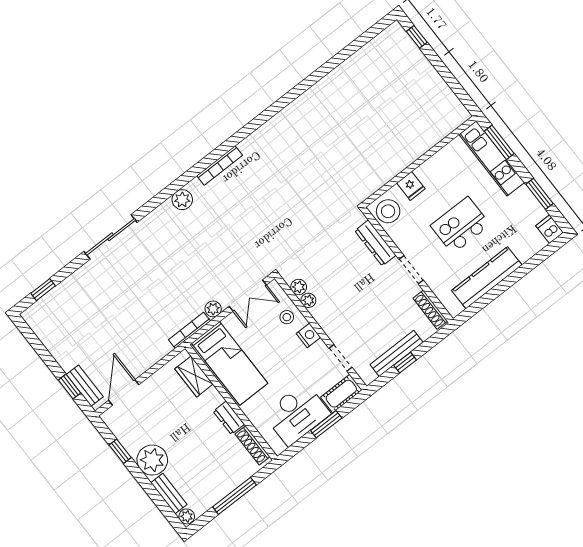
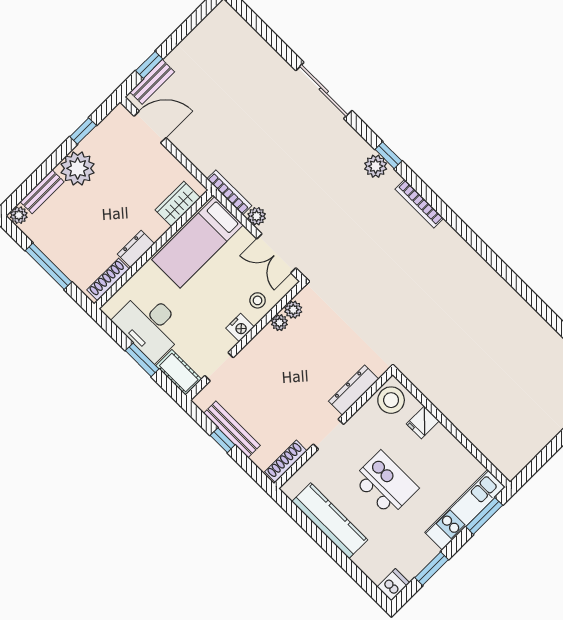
window: (43, 290) -> (388, 155), moved

